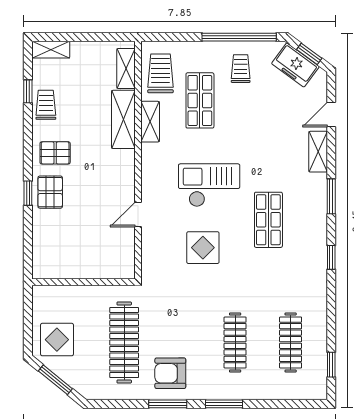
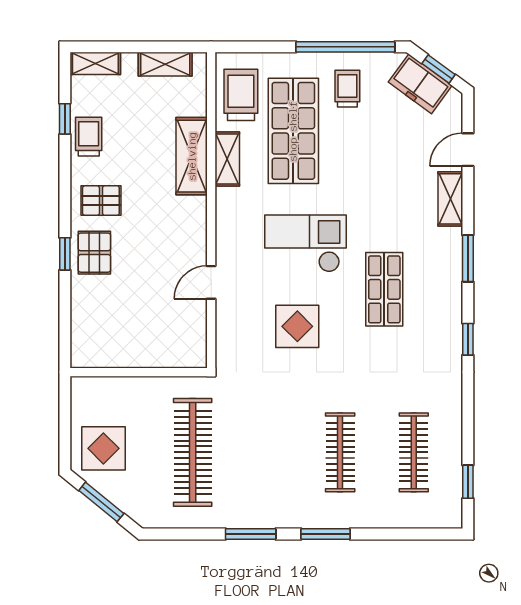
shelving: (126, 69) -> (165, 64), moved, turned 90
shop shelf: (200, 100) -> (293, 131), width x1.43, depth x1.36
armchair: (170, 373) -> (254, 493), removed

